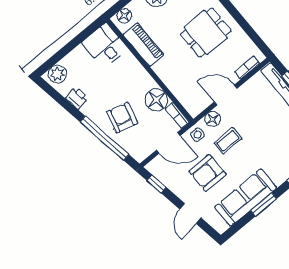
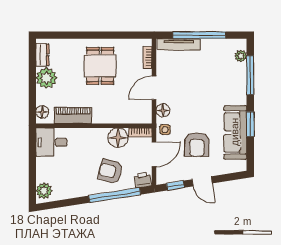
printer: (77, 98) -> (143, 180), moved
coffee table: (228, 141) -> (187, 112), removed
door: (190, 214) -> (202, 181), moved

